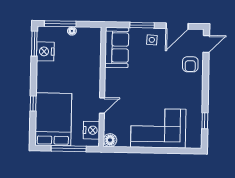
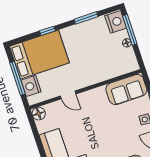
window: (34, 44) -> (86, 18), moved
nightstand: (45, 51) -> (116, 22), moved, turned 90
nightstand: (92, 130) -> (31, 86), moved, turned 90

